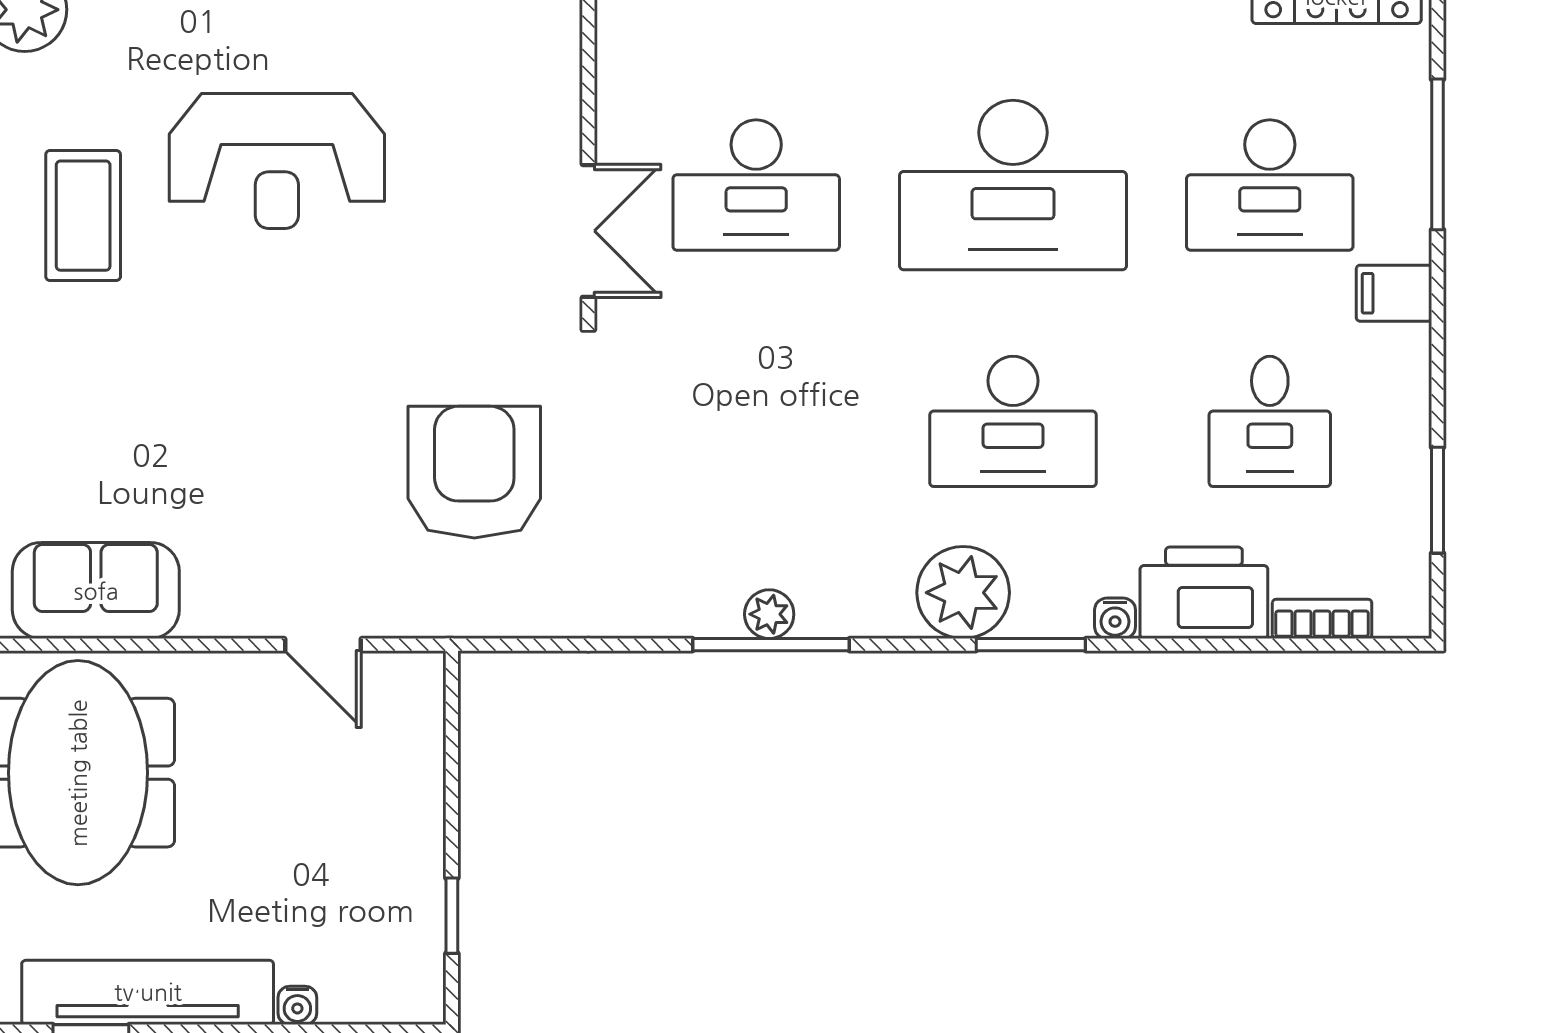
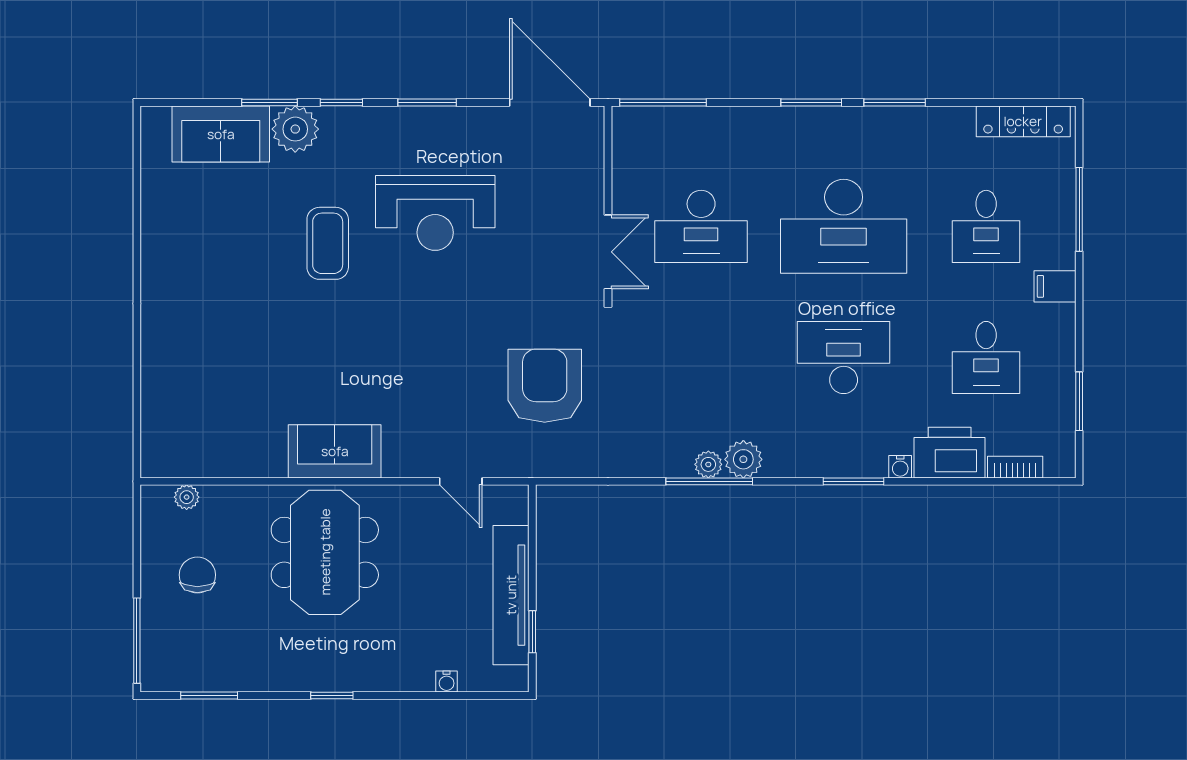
desk: (1270, 185) -> (986, 226), width x0.73
desk: (1013, 421) -> (844, 358), turned 180
plant: (963, 593) -> (743, 459), moved, width x0.73, depth x0.73
tv unit: (148, 992) -> (511, 595), moved, turned -90

